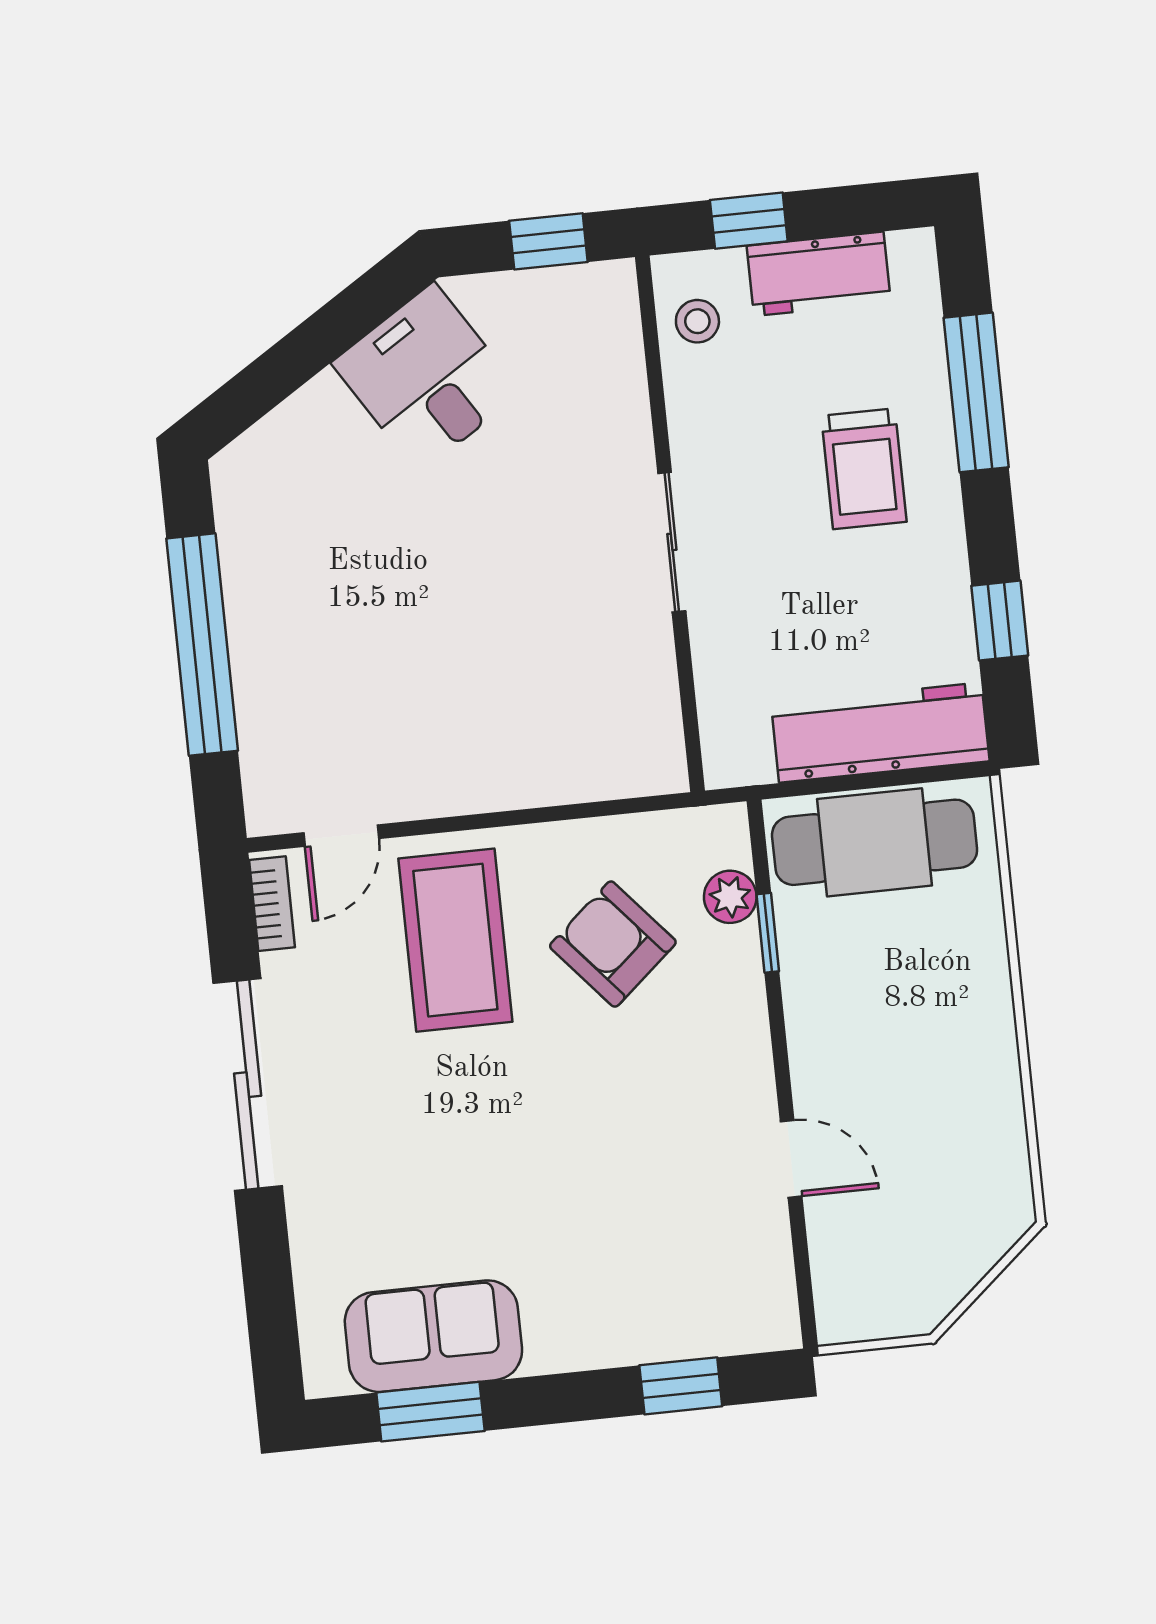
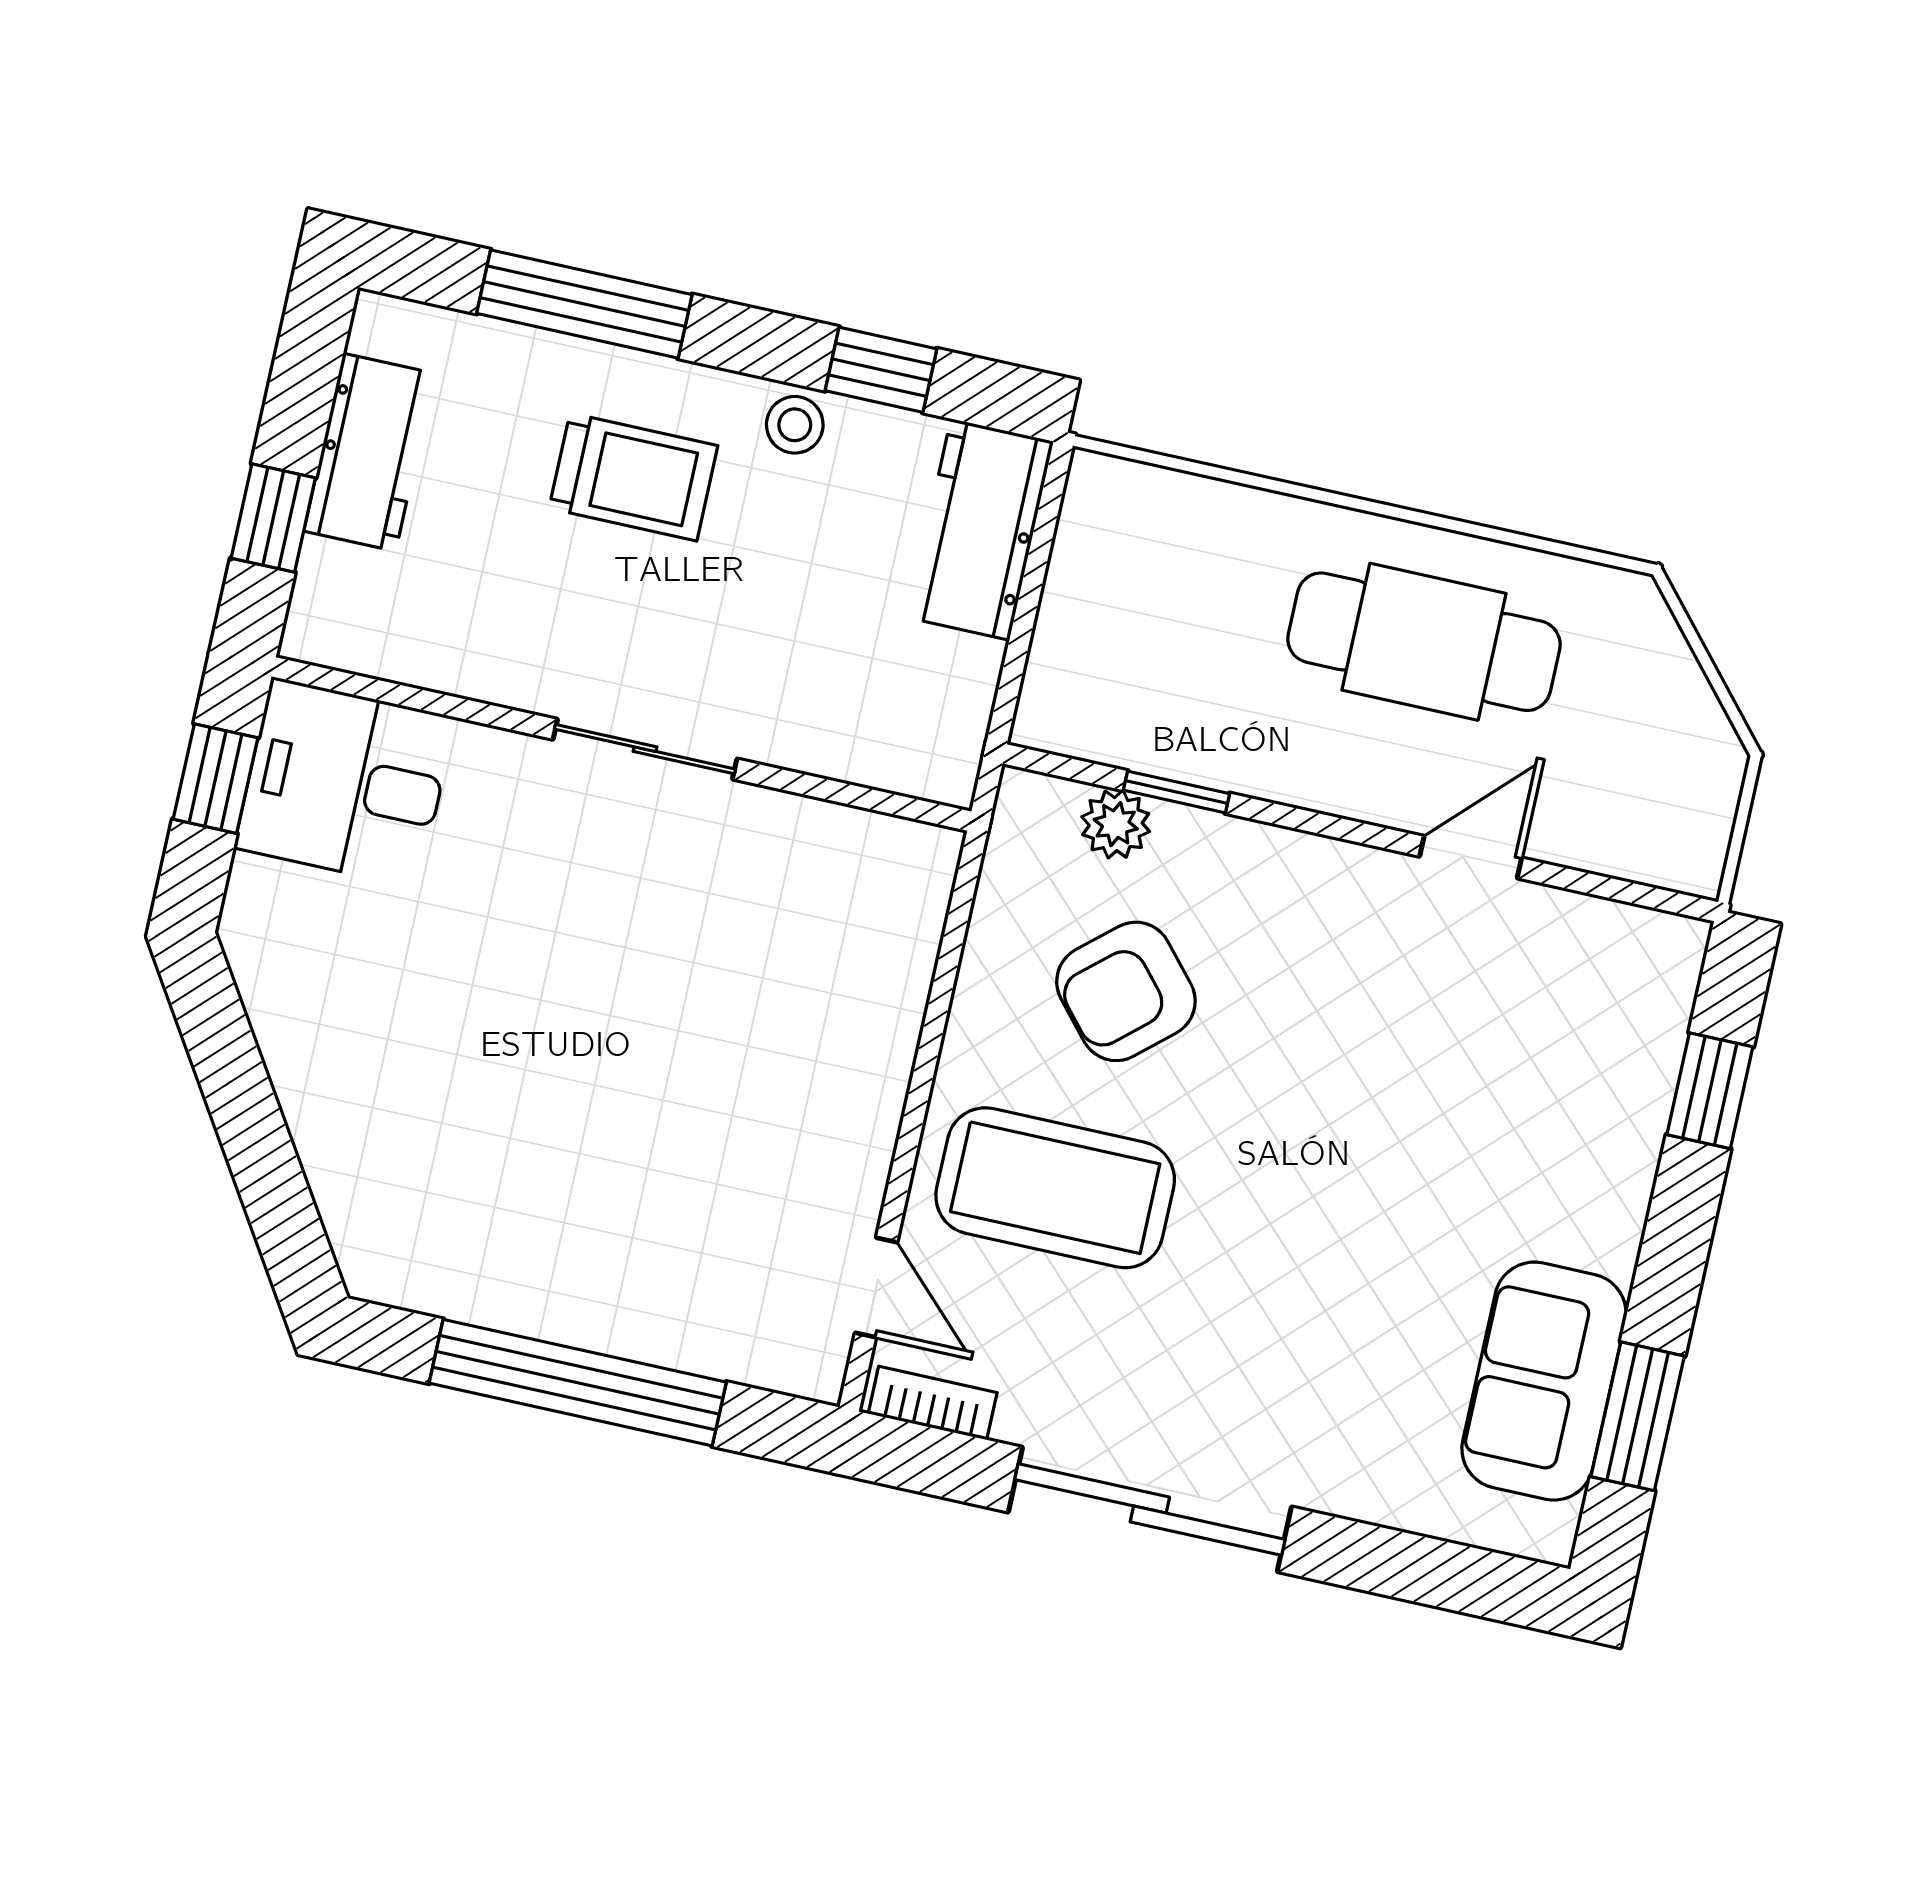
stool: (697, 321) -> (795, 425), moved
desk: (426, 378) -> (345, 783), moved, turned 32
workbench: (880, 733) -> (980, 529), width x0.73
cafe table: (875, 842) -> (1424, 642), moved, turned 90

